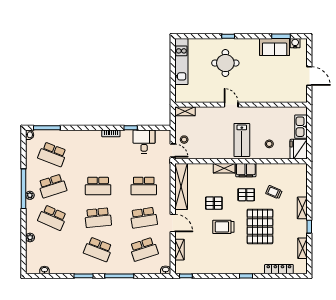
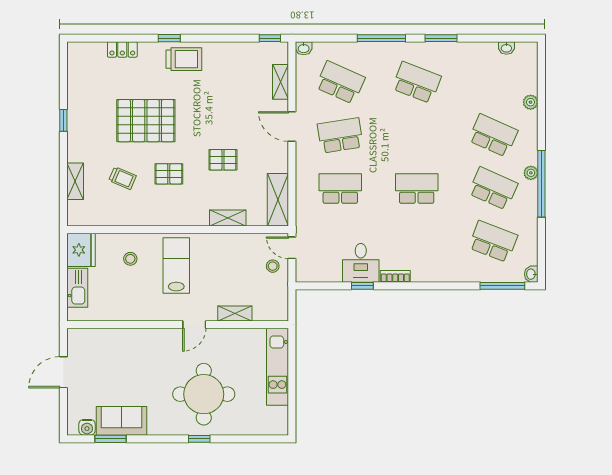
kitchen unit: (181, 62) -> (277, 367), moved
round table: (225, 63) -> (204, 394), width x1.36, depth x1.36
door: (309, 76) -> (63, 372), hinge flipped
door: (231, 105) -> (194, 325), hinge flipped
shelving: (185, 111) -> (235, 313), moved
desk: (144, 141) -> (361, 263), moved
shelving: (224, 168) -> (228, 218), moved
filing cabinet: (246, 170) -> (170, 215), removed
school desk: (52, 186) -> (493, 188), turned 42
shelving: (181, 187) -> (278, 200), width x0.68
shelving: (302, 208) -> (75, 181), moved
school desk: (98, 218) -> (417, 135), removed
pallet: (260, 226) -> (146, 121), turned 90
trolley: (223, 227) -> (184, 59), moved
shelving: (302, 248) -> (75, 84), removed
school desk: (144, 249) -> (340, 82), turned 42
locker: (279, 269) -> (122, 49), width x0.66

